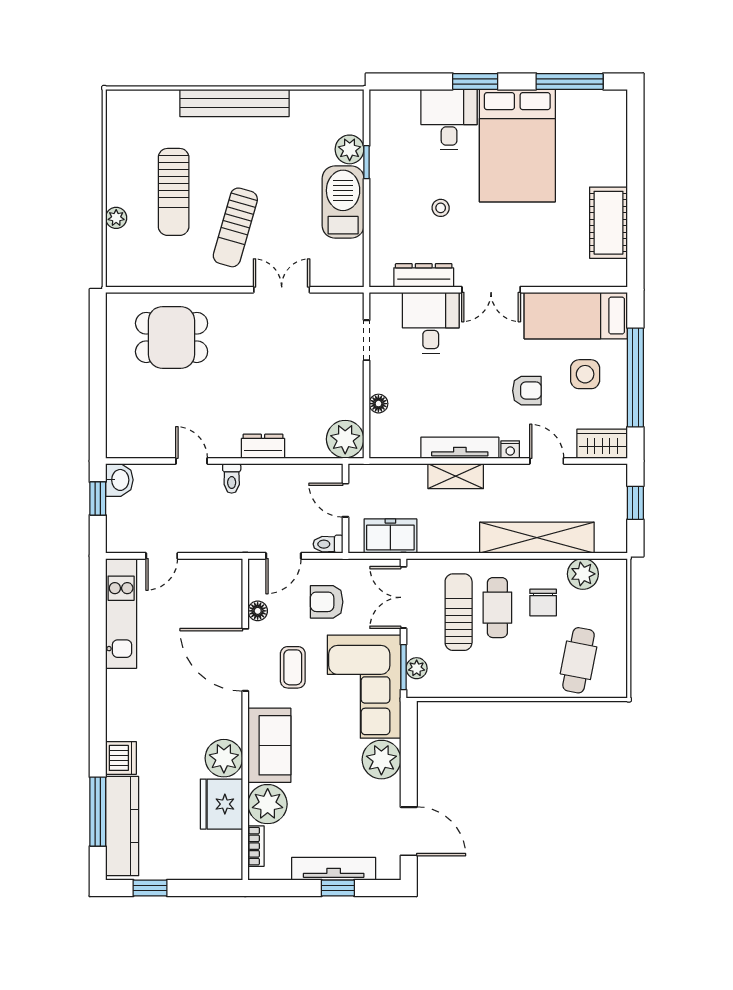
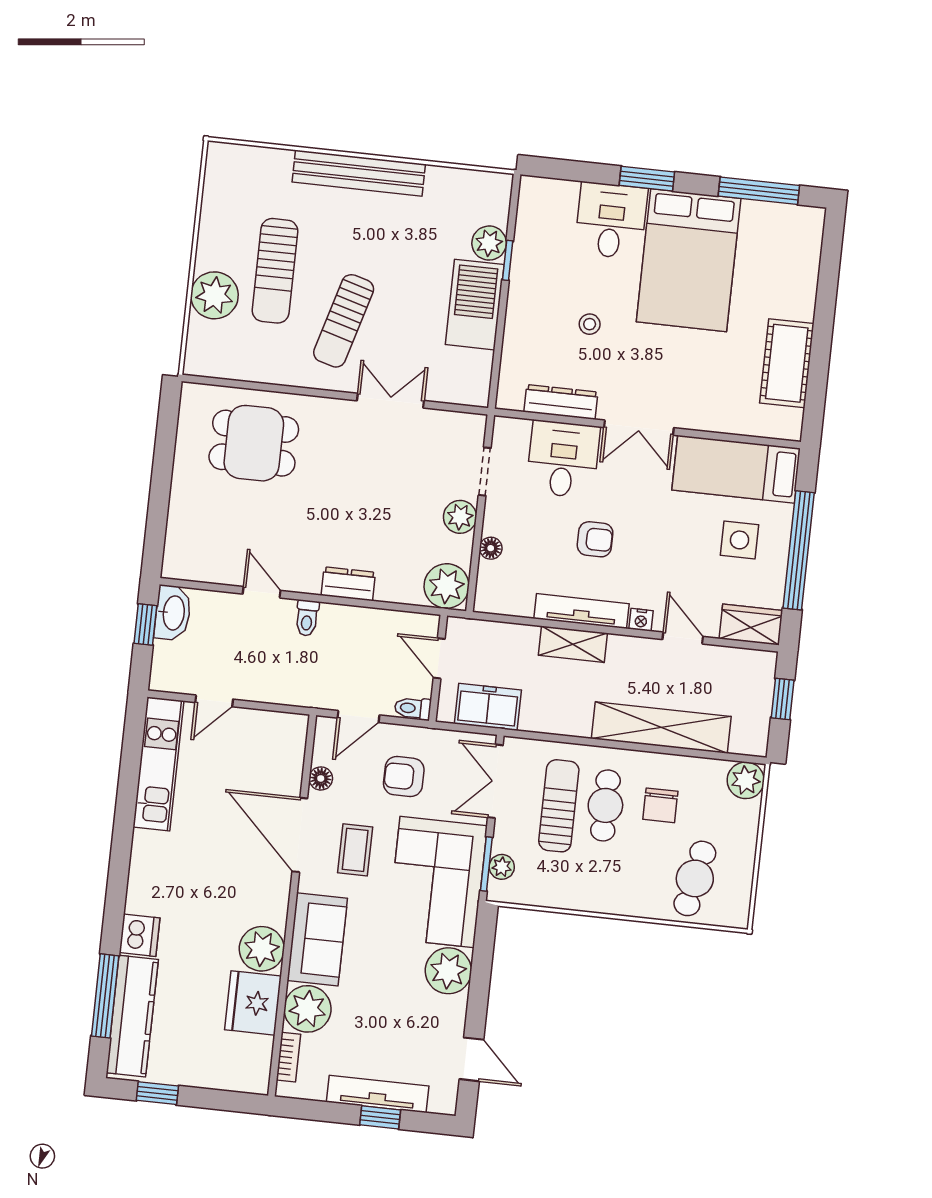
plant: (116, 218) -> (214, 295), width x1.88, depth x1.88
plant: (350, 380) -> (460, 517), added
armchair: (527, 391) -> (595, 539), moved
washbasin: (119, 480) -> (173, 613), width x1.38
plant: (583, 574) -> (746, 780), moved
door: (409, 831) -> (471, 1059), width x0.73

